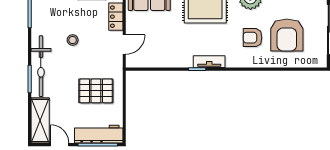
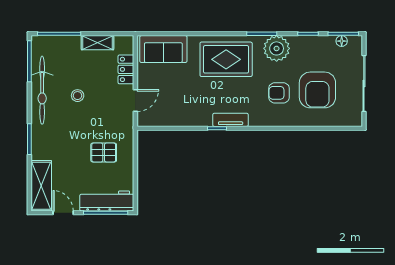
bicycle: (41, 66) -> (42, 90), moved
pallet: (96, 91) -> (104, 152), width x0.67, depth x0.71

